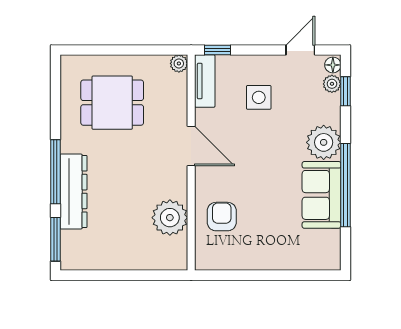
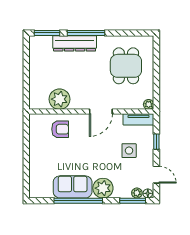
window: (218, 50) -> (156, 142), moved
window: (346, 91) -> (133, 201), width x1.50

